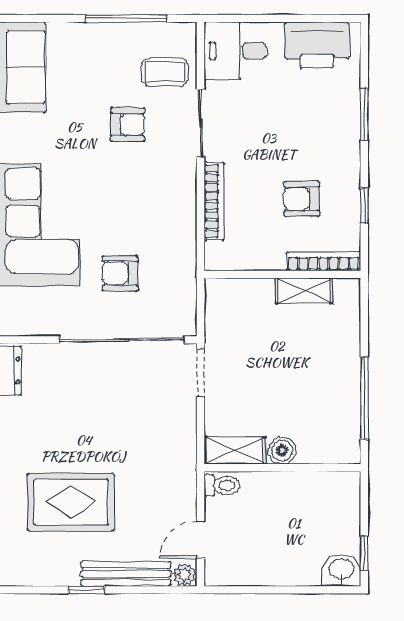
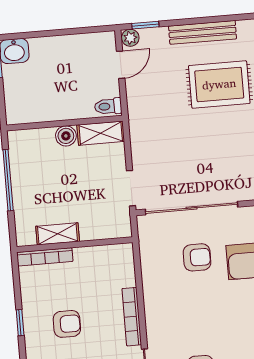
bookcase: (324, 261) -> (45, 257), moved
wall: (282, 274) -> (75, 245), moved
shelving: (304, 291) -> (58, 234), moved
bench: (126, 574) -> (203, 32), moved
window: (86, 590) -> (145, 25), moved

